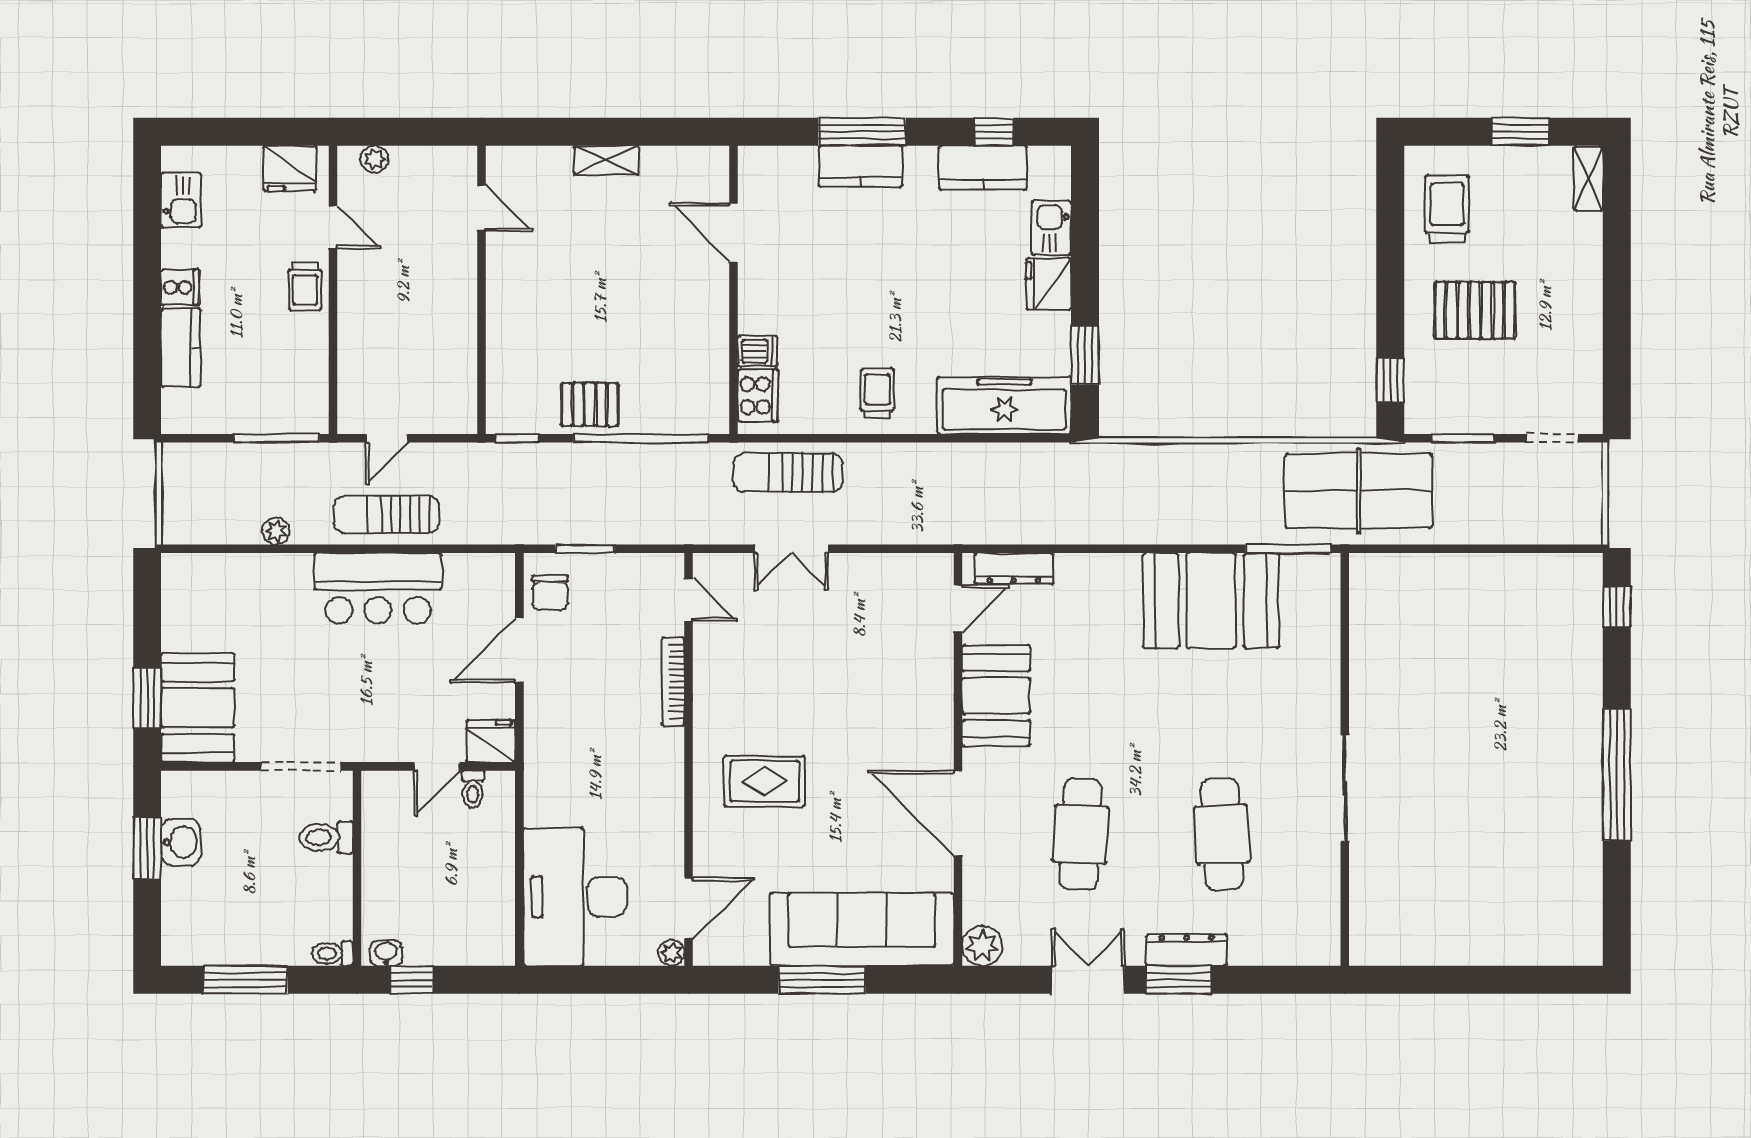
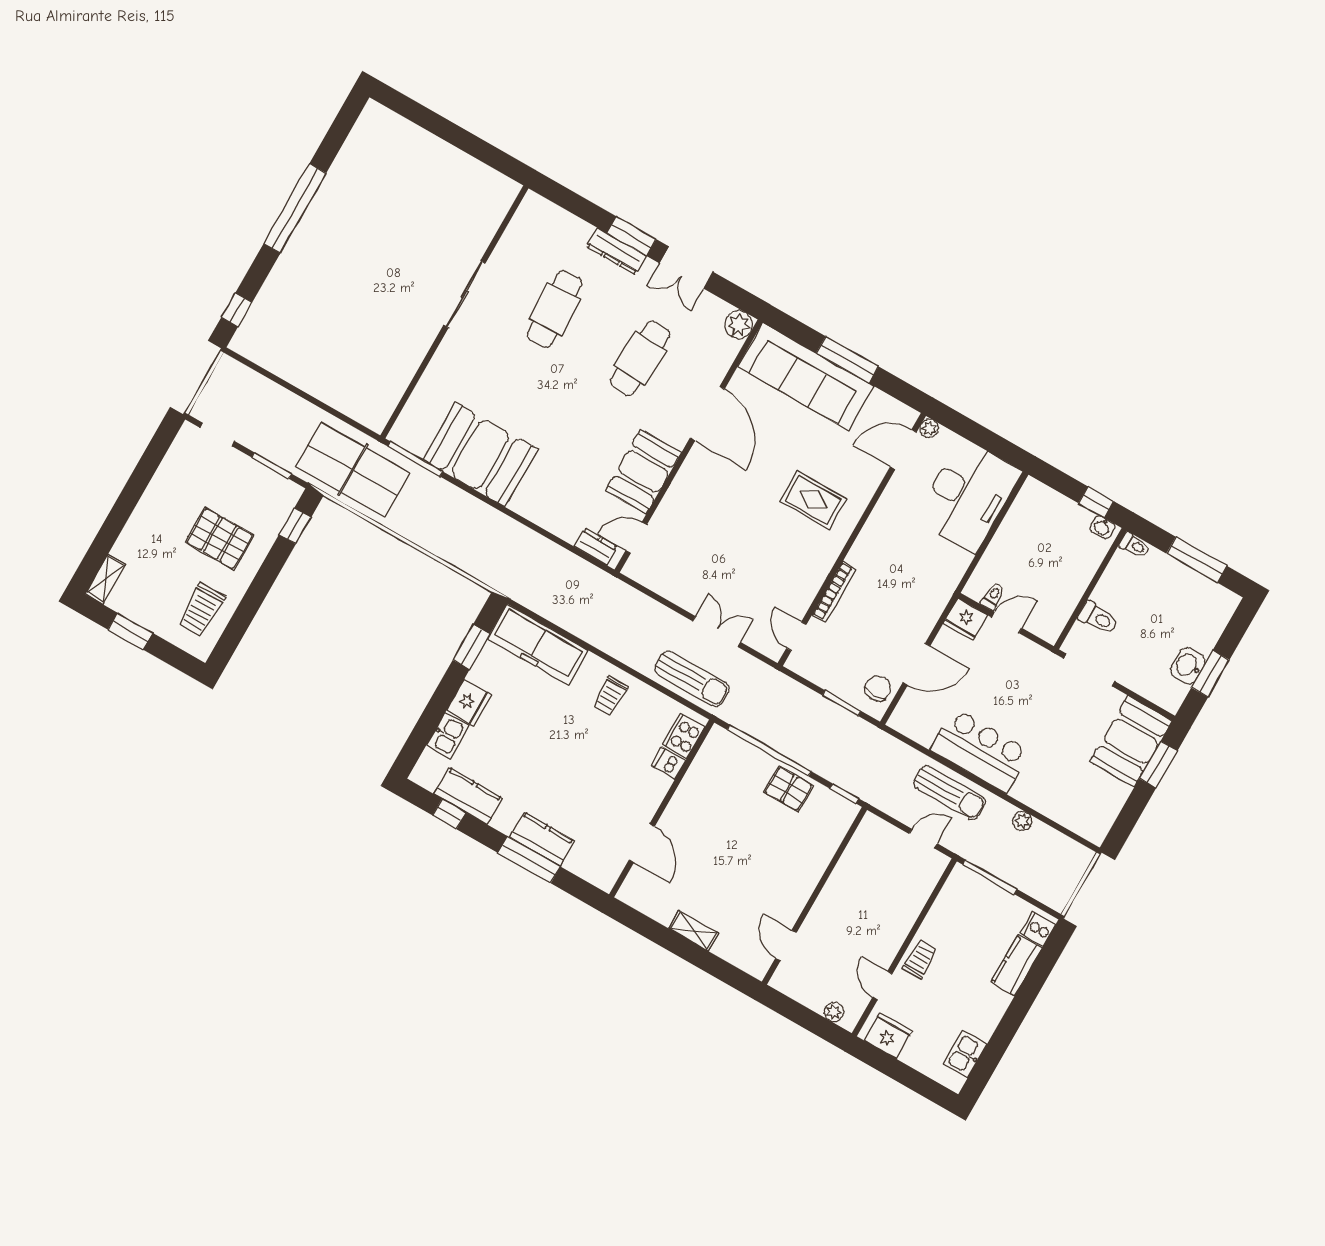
cooker: (180, 287) -> (1038, 929), moved
dresser: (1014, 568) -> (596, 547), width x0.70

